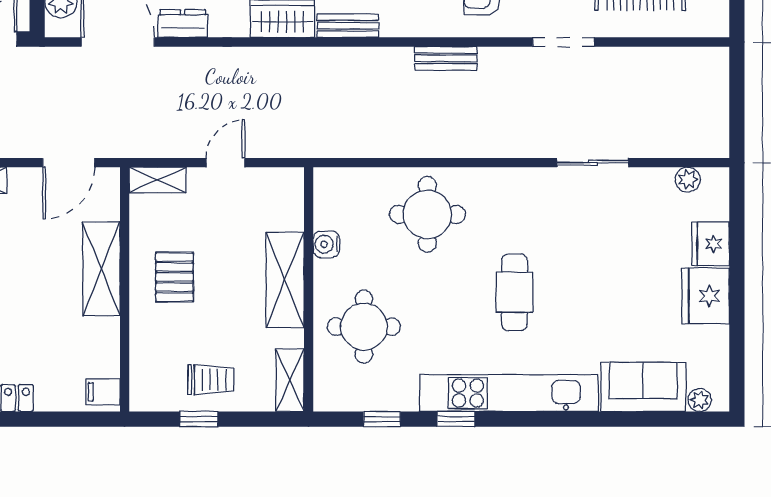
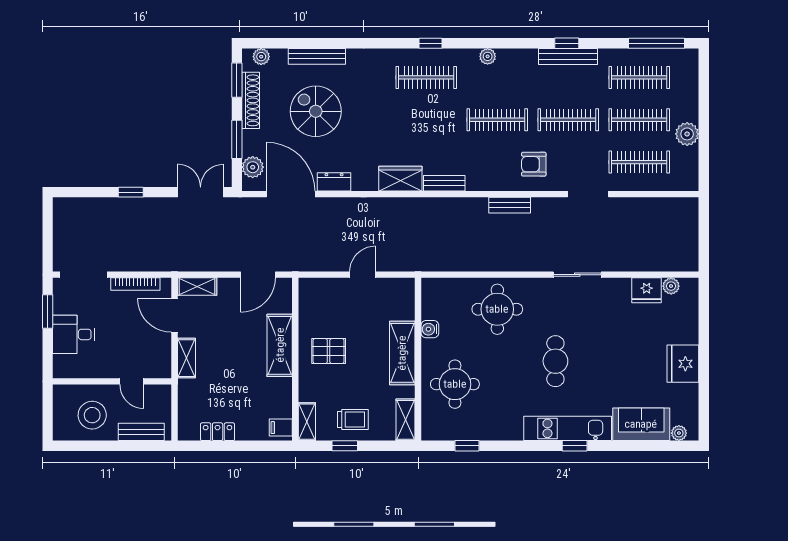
sliding door: (593, 163) -> (577, 275), moved
shelving: (158, 180) -> (307, 422), moved, turned 90
fridge: (711, 244) -> (647, 290), moved, turned -90
pallet: (174, 277) -> (329, 351), turned 90
kitchen unit: (509, 393) -> (568, 428), width x0.73
window: (456, 419) -> (575, 446), moved

